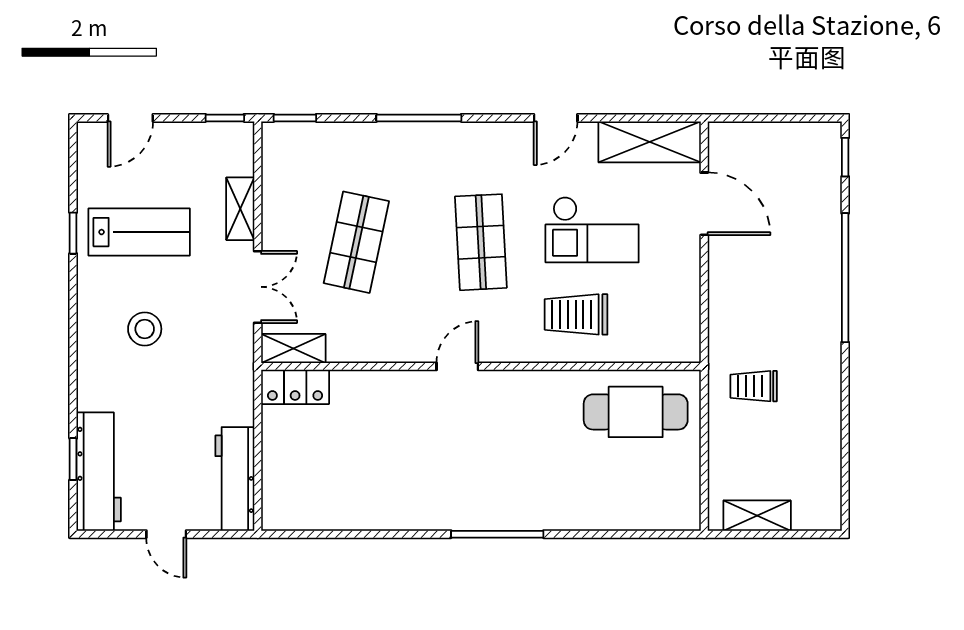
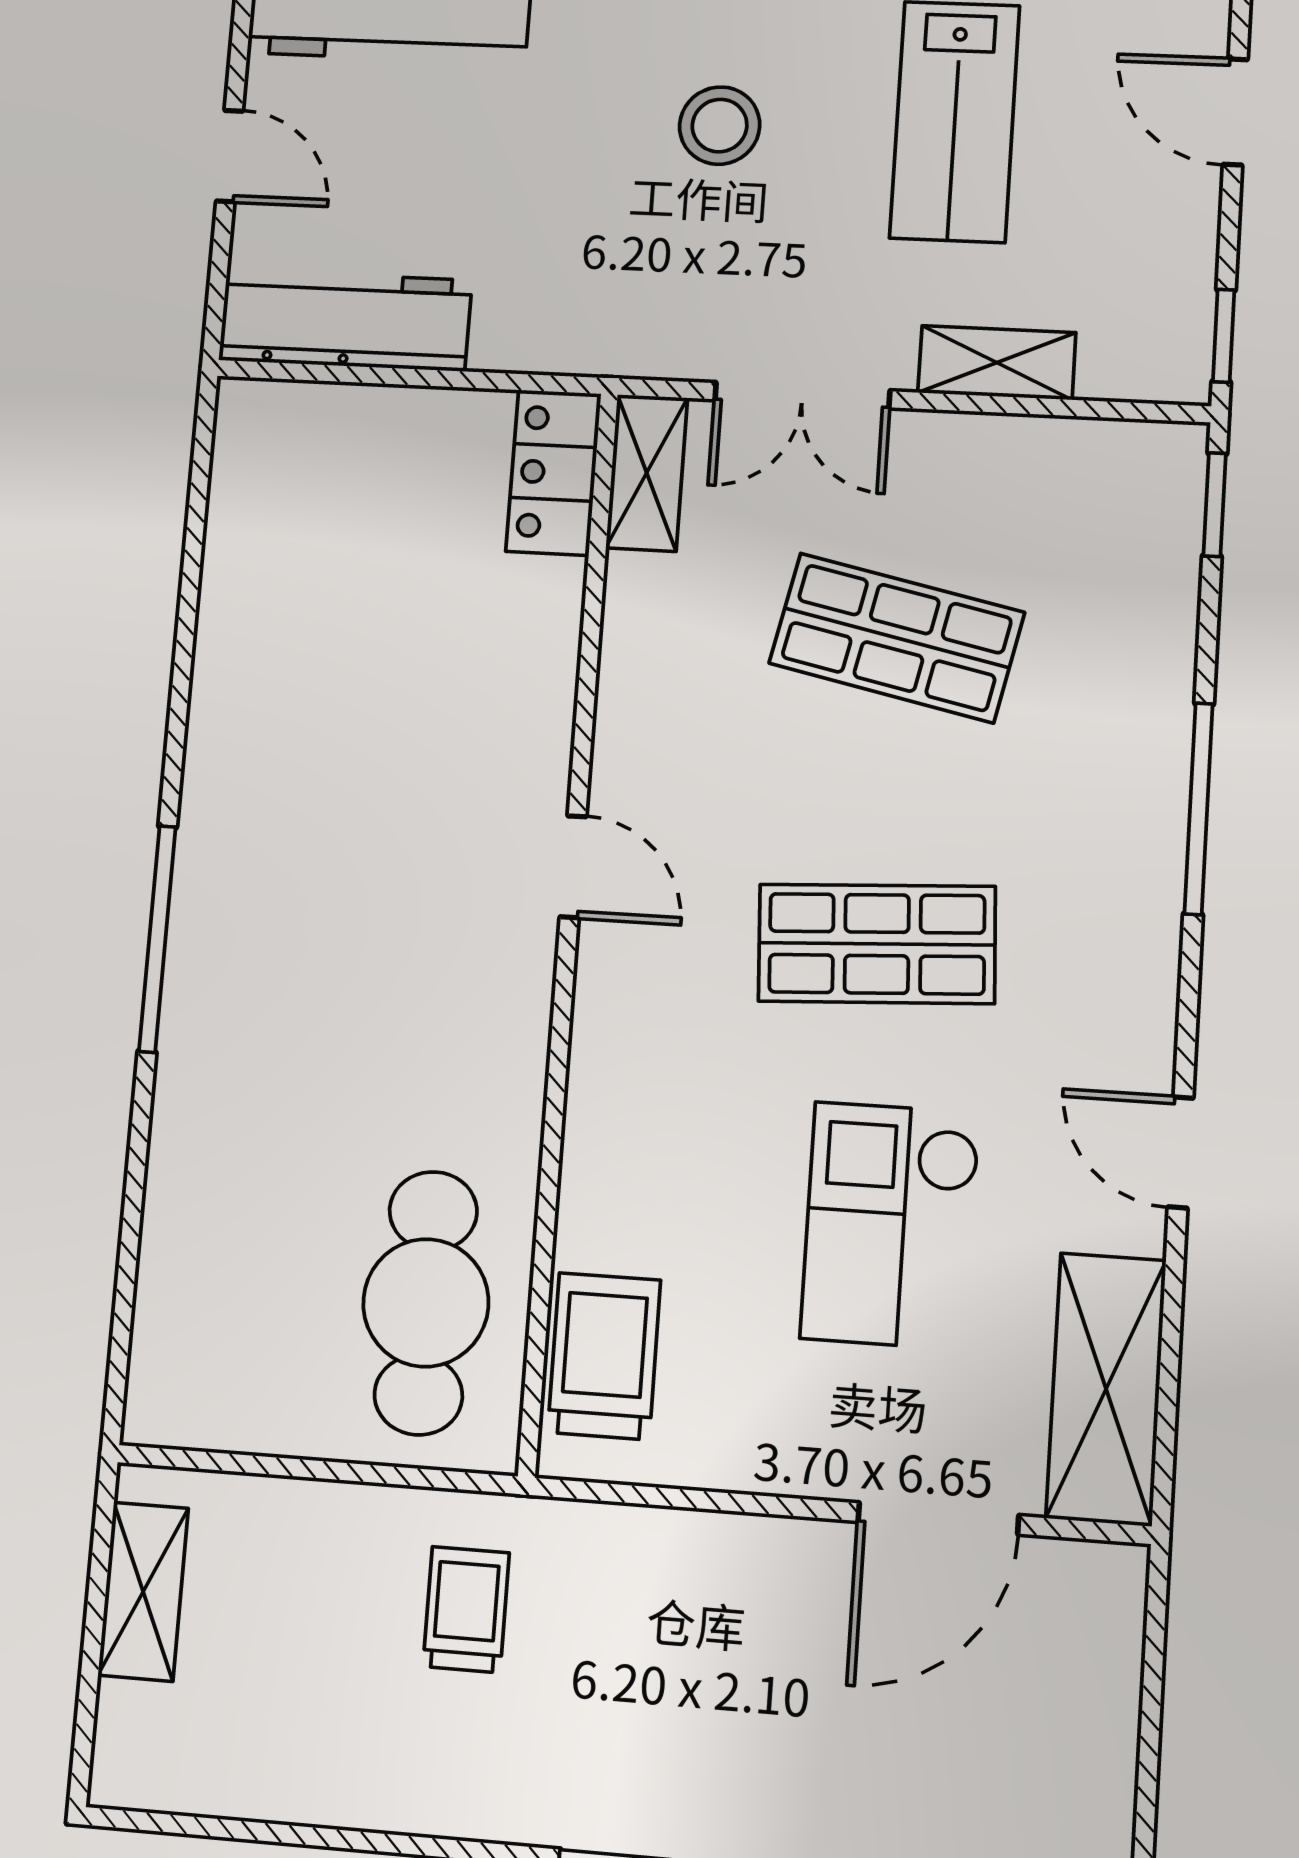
trolley: (576, 314) -> (604, 1356), moved
door: (166, 534) -> (229, 156), swing flipped

